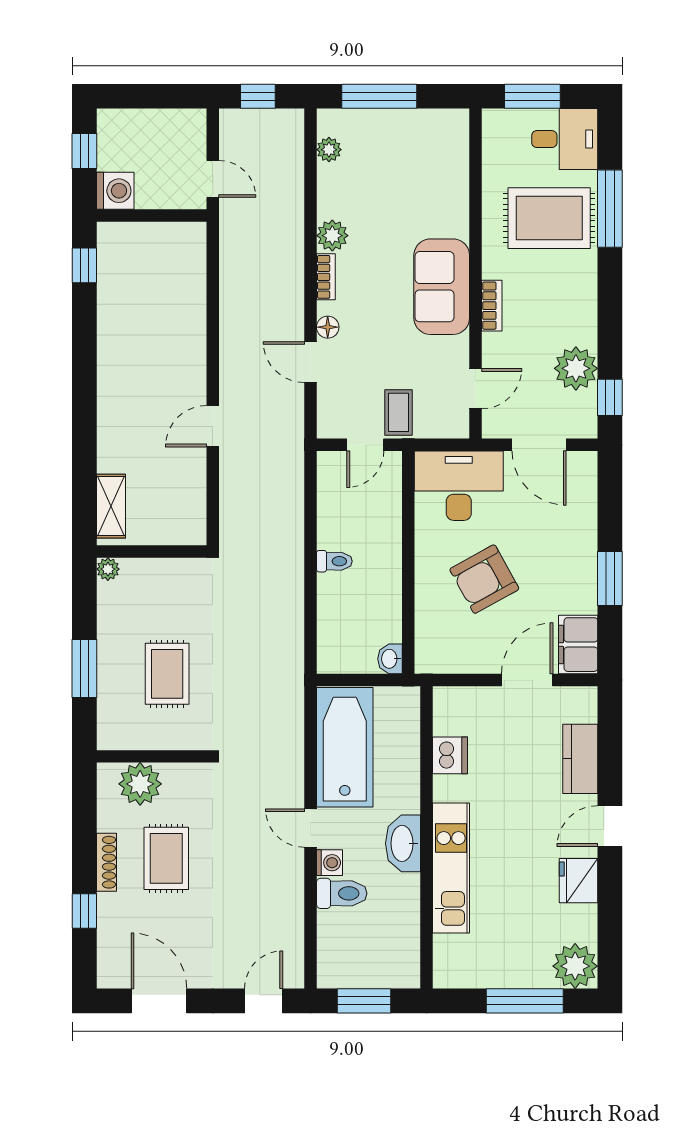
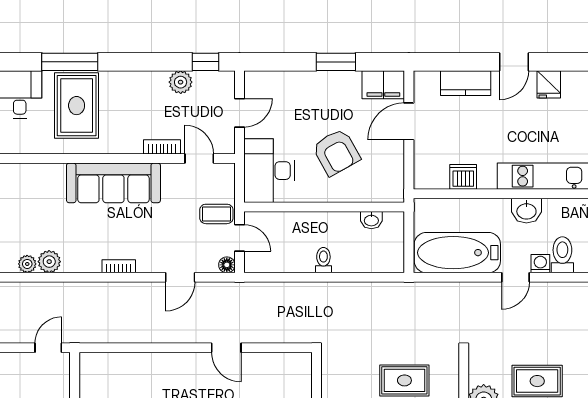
plant: (332, 236) -> (49, 262), moved
sofa: (442, 287) -> (113, 183), width x1.36
bookcase: (492, 306) -> (162, 147), moved
floor lamp: (328, 327) -> (227, 265), moved
plant: (576, 368) -> (181, 82), width x0.73, depth x0.73
door: (539, 445) -> (240, 113), width x0.73
washbasin: (390, 659) -> (371, 220), moved
door: (527, 680) -> (409, 121), hinge flipped
door: (610, 826) -> (514, 62), hinge flipped
washbasin: (403, 843) -> (526, 211), width x0.72
fridge: (579, 881) -> (549, 84), width x0.72

